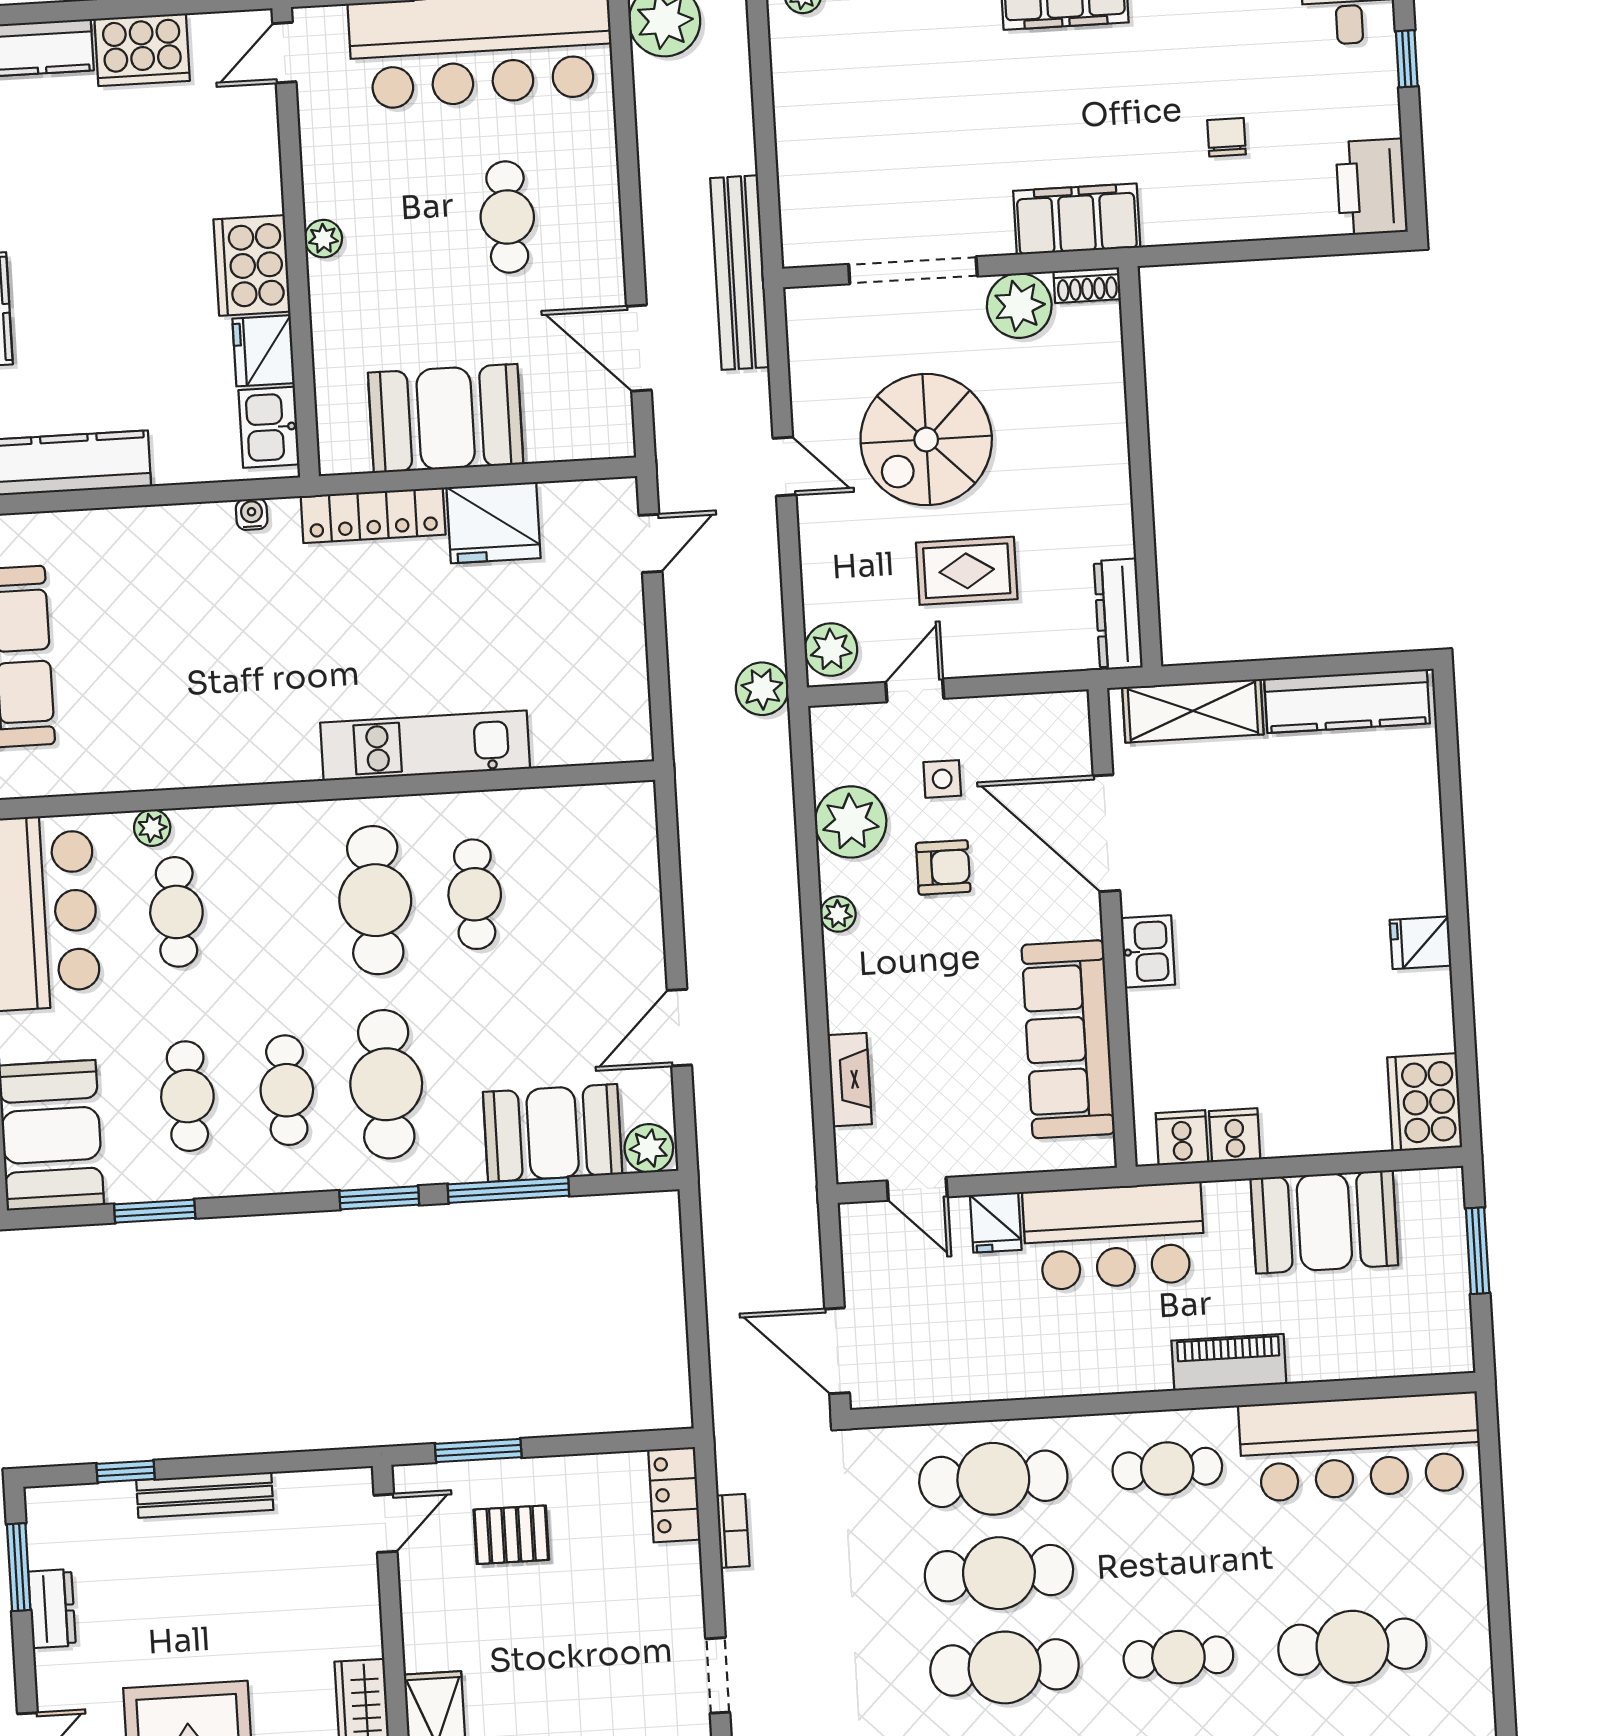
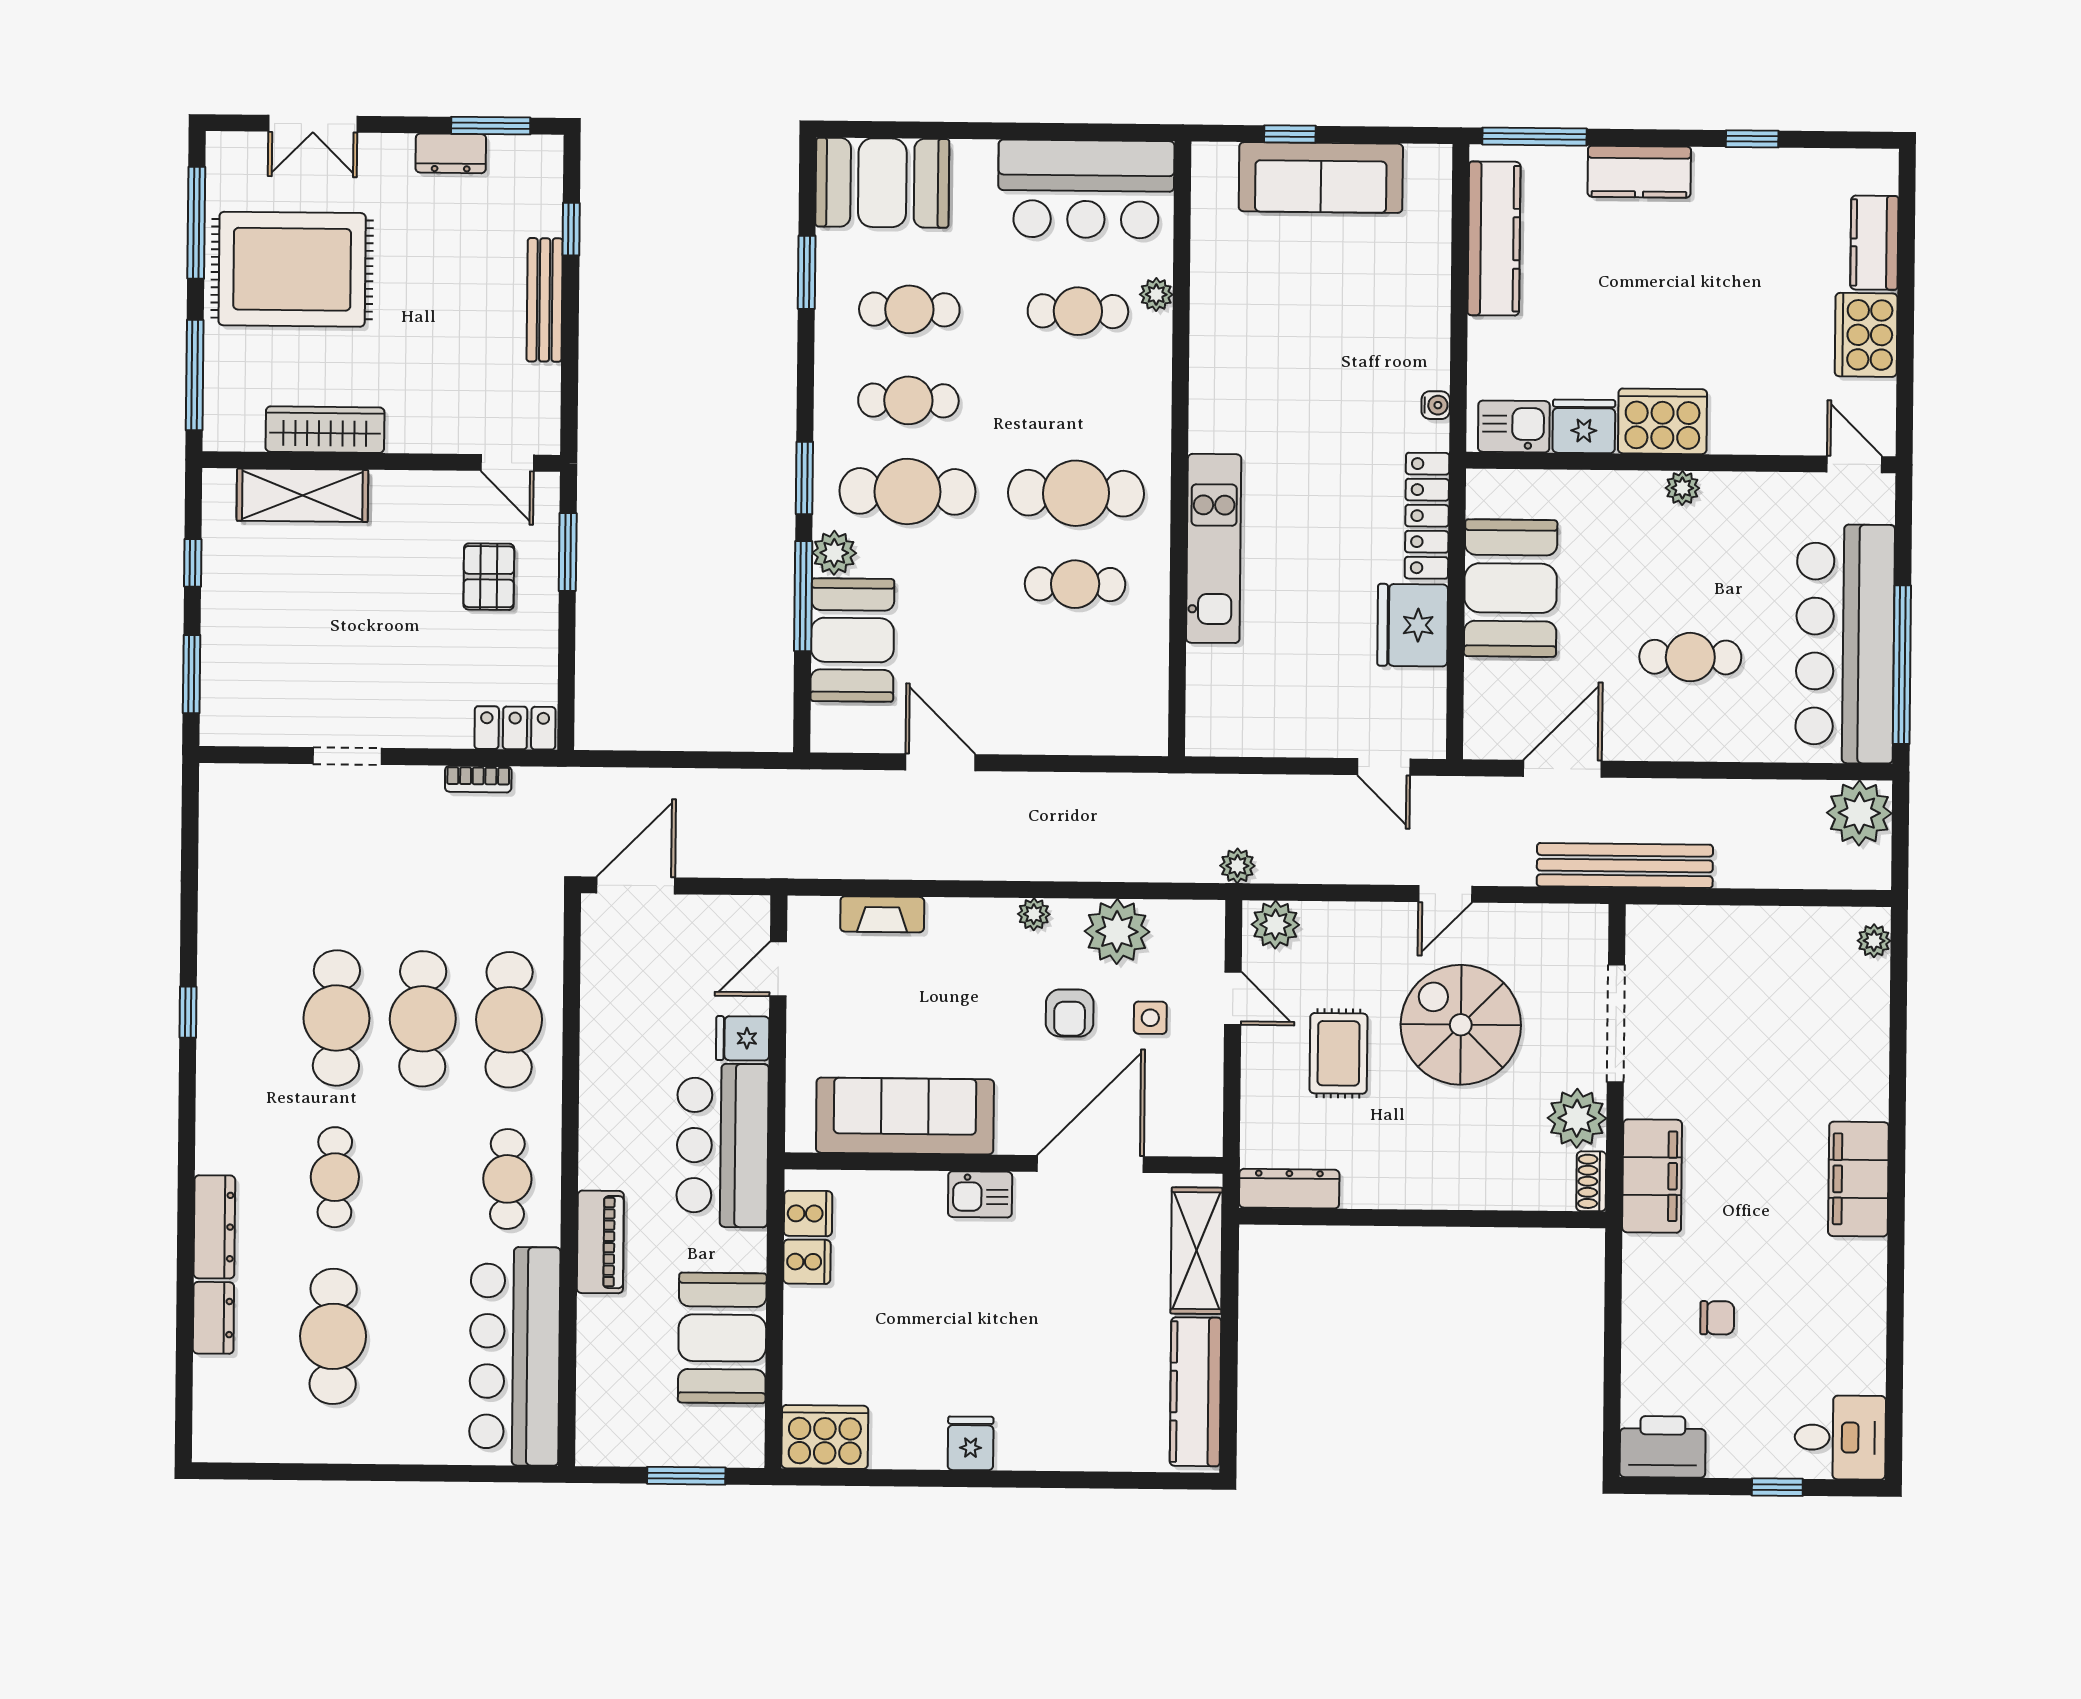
plant: (762, 689) -> (1237, 866), width x0.73, depth x0.73
plant: (649, 1148) -> (834, 553), moved

